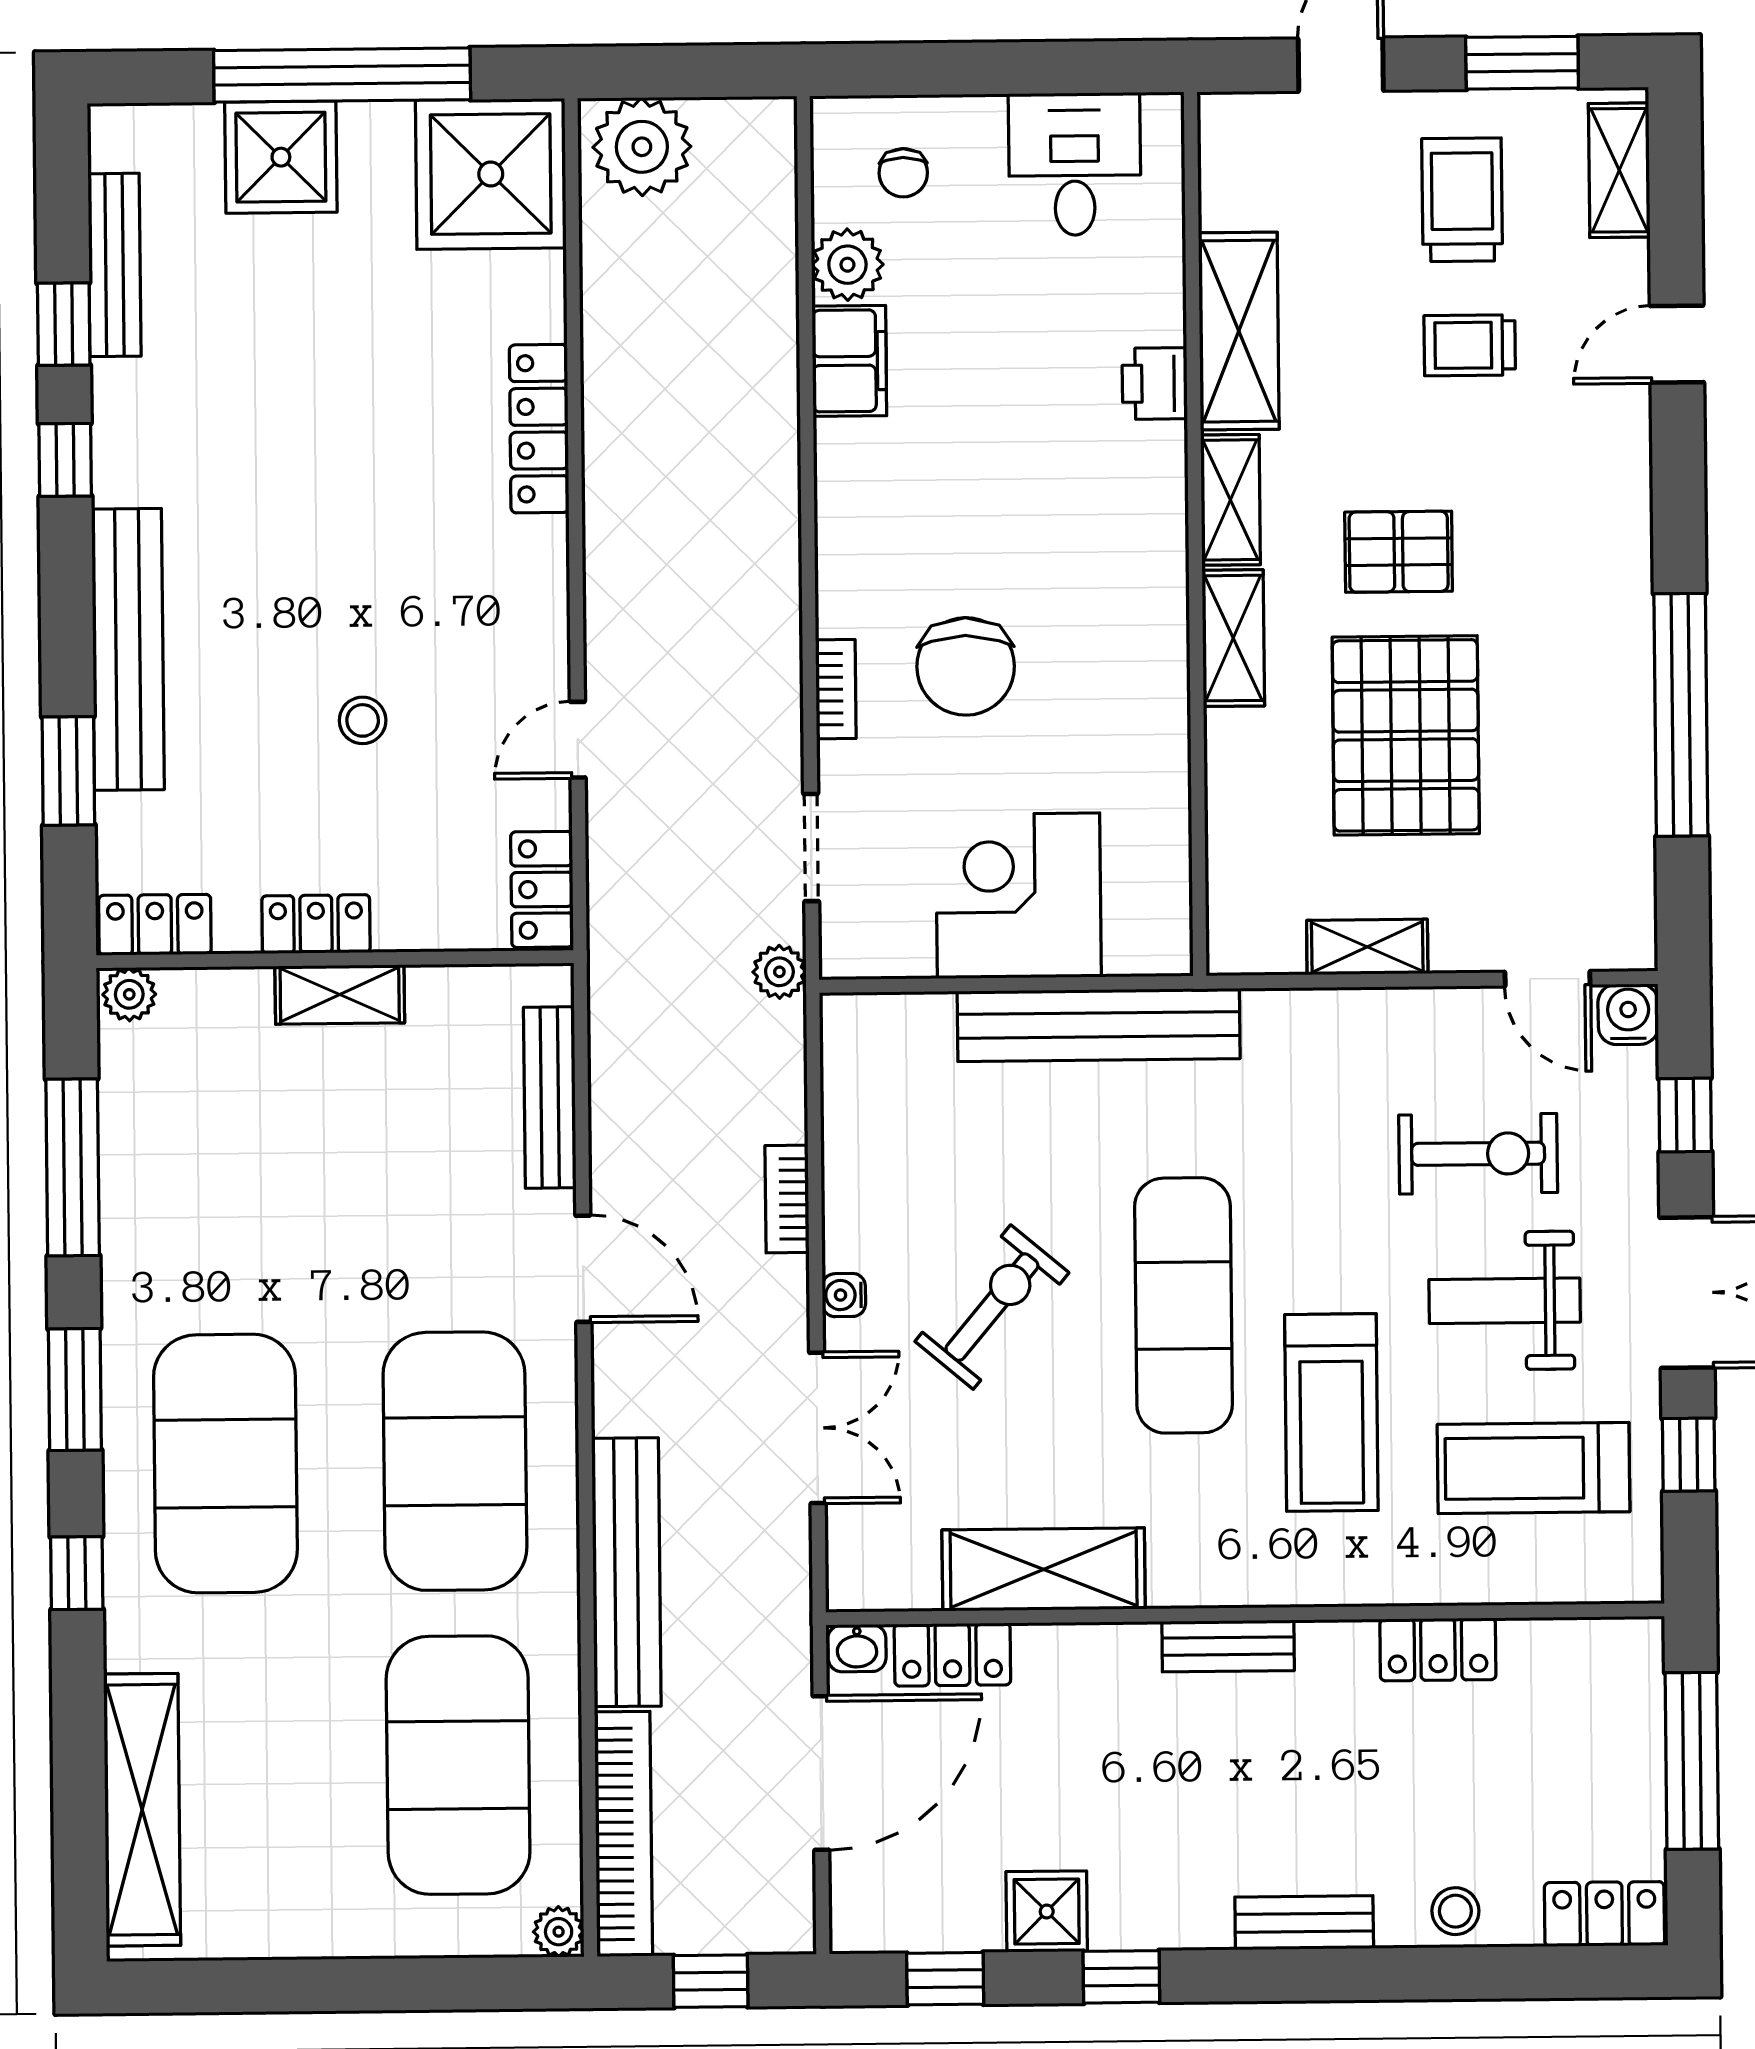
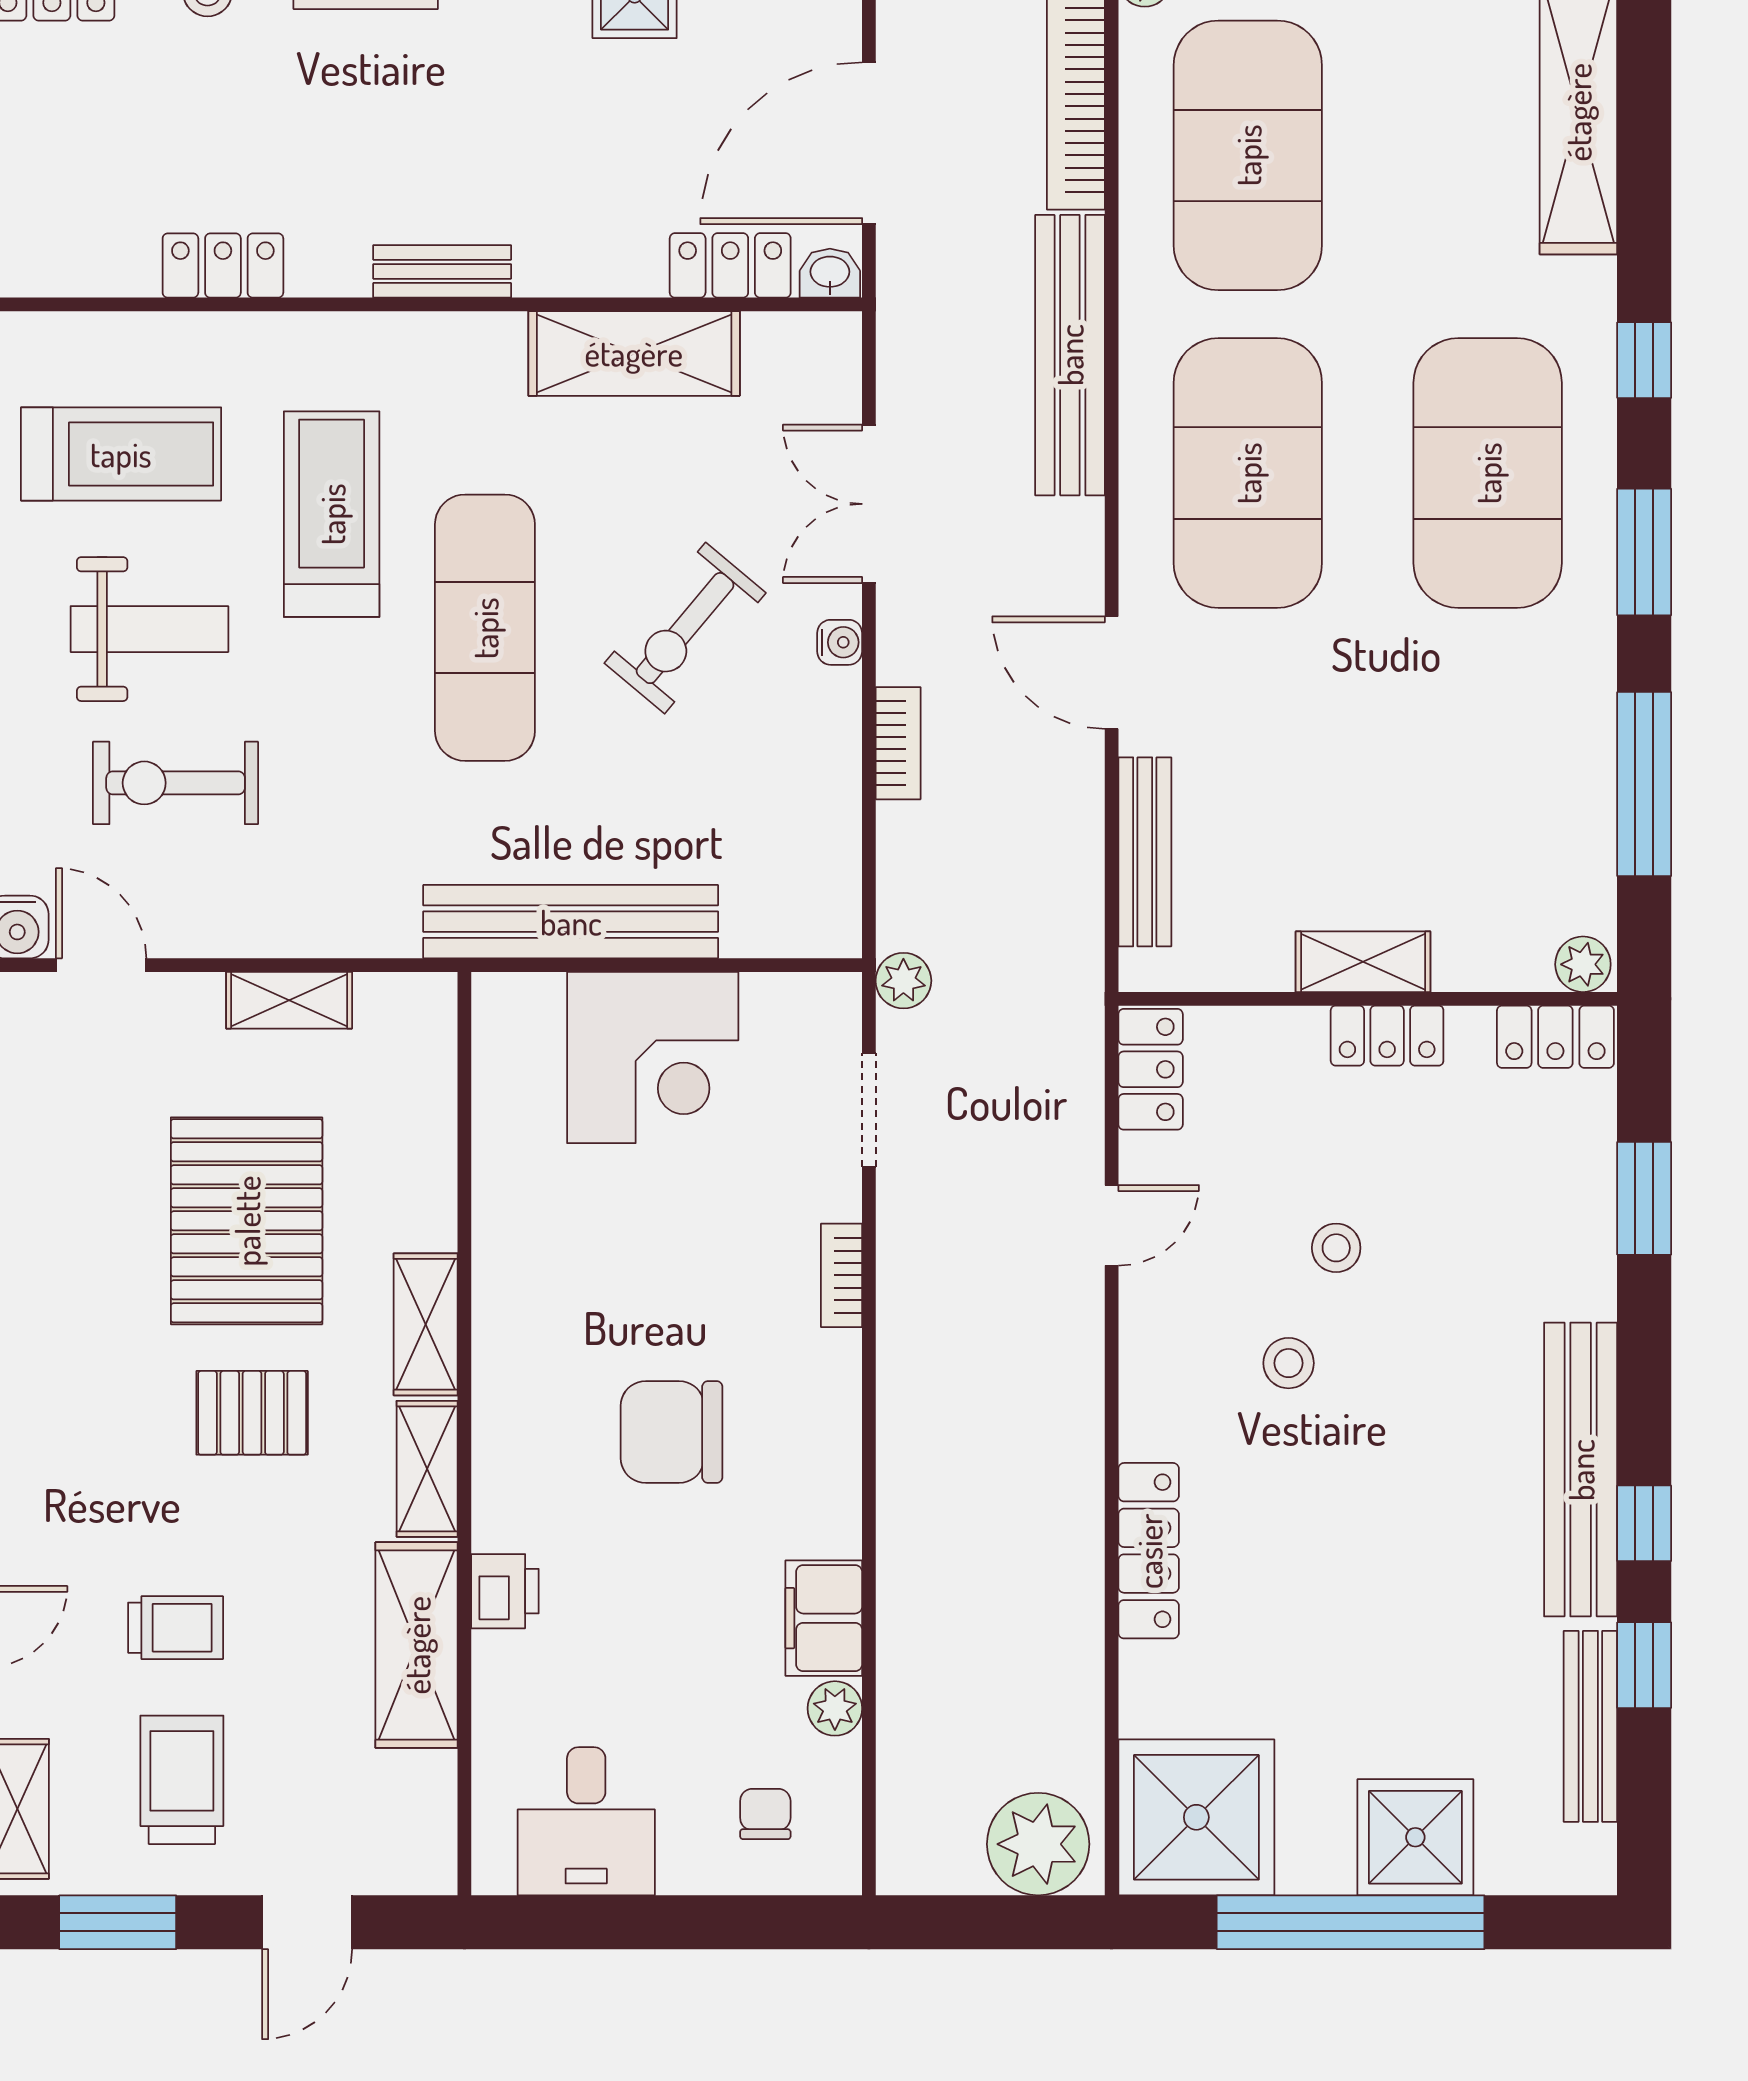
trolley: (1462, 200) -> (182, 1780), turned 180
plant: (847, 265) -> (835, 1708), width x0.73, depth x0.73
stool: (407, 610) -> (1289, 1363), added
bench: (128, 649) -> (1581, 1470), moved
chair: (966, 666) -> (672, 1432), moved, turned -90

